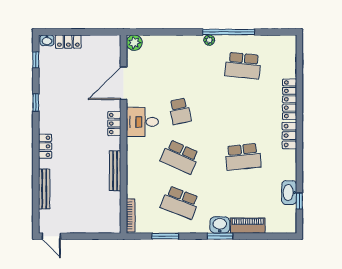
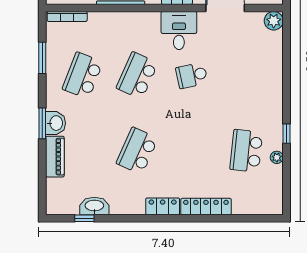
window: (229, 32) -> (286, 134), width x0.32
plant: (209, 40) -> (277, 157), moved
school desk: (243, 157) -> (137, 151), turned 30

